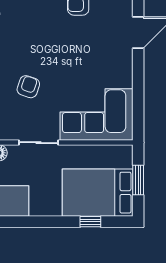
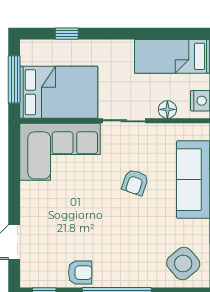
window: (138, 180) -> (14, 79), width x1.44
bed: (98, 193) -> (59, 92), moved

